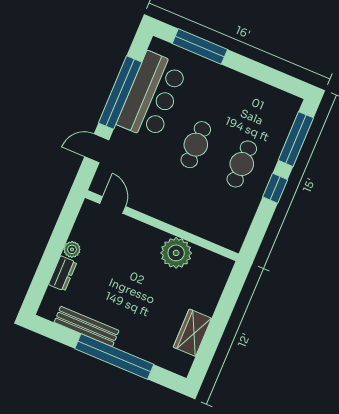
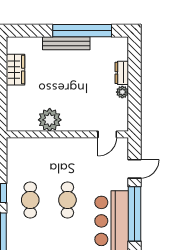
door: (113, 205) -> (107, 134), hinge flipped
bench: (87, 326) -> (66, 43), moved
window: (114, 357) -> (82, 31), moved

